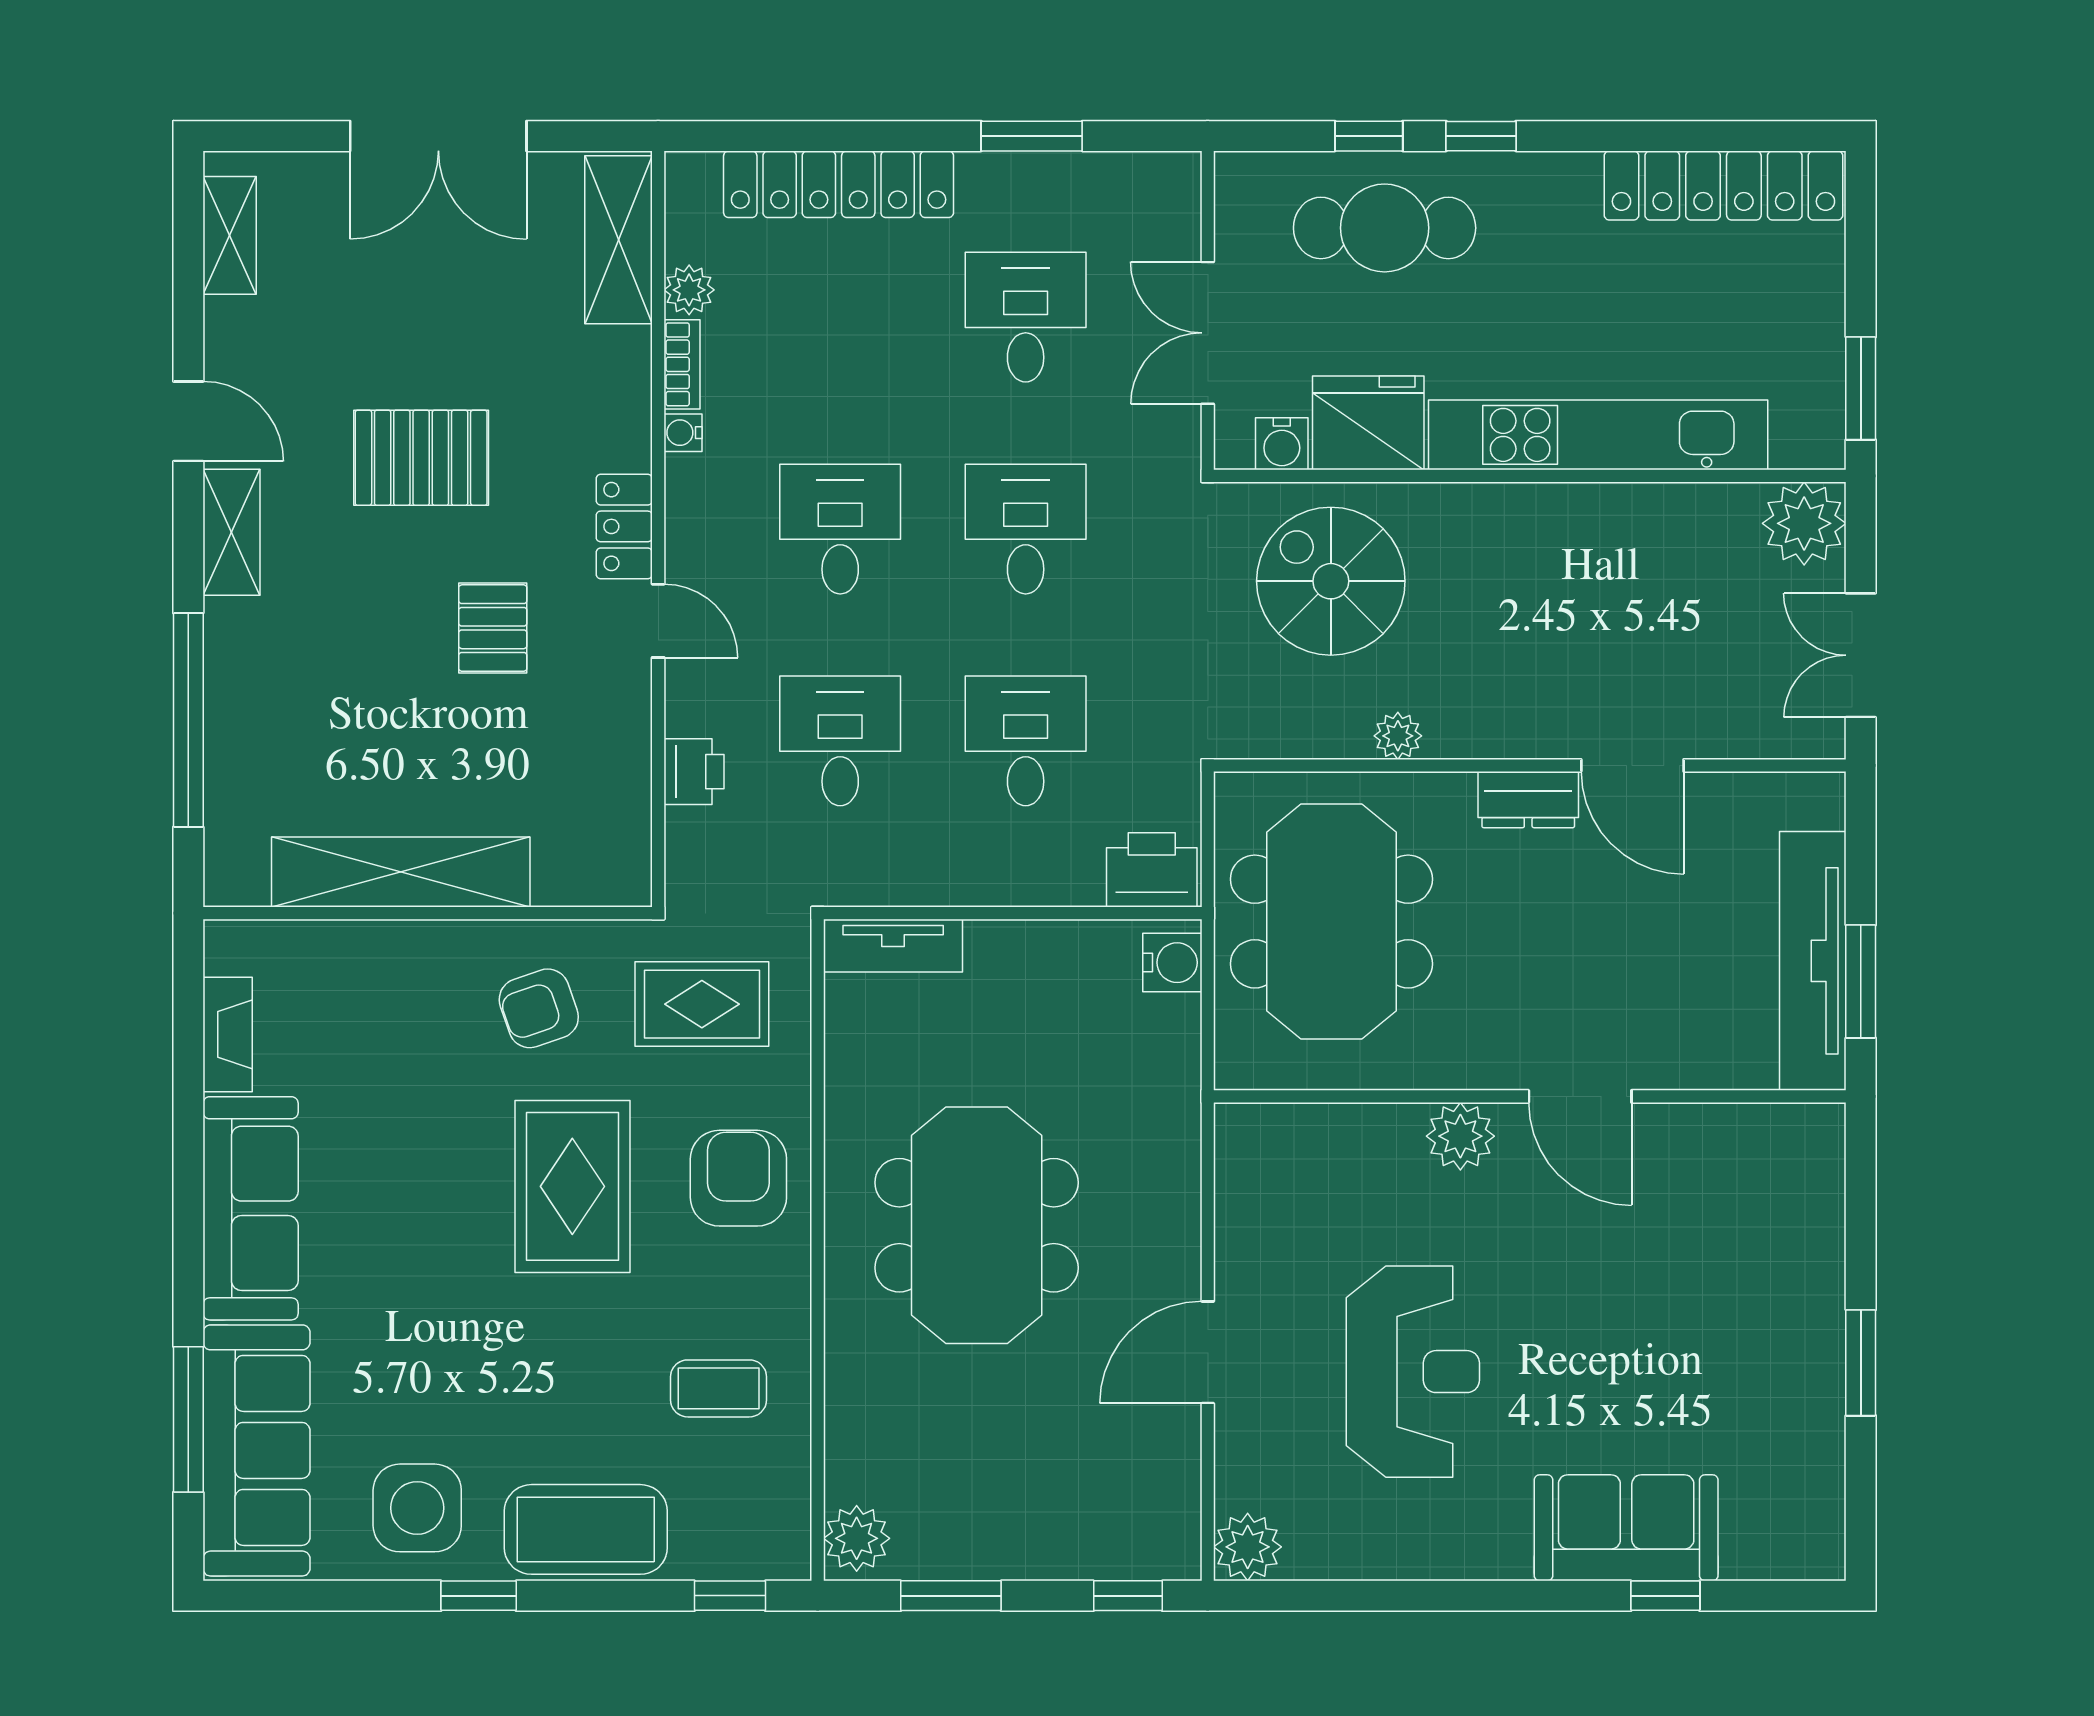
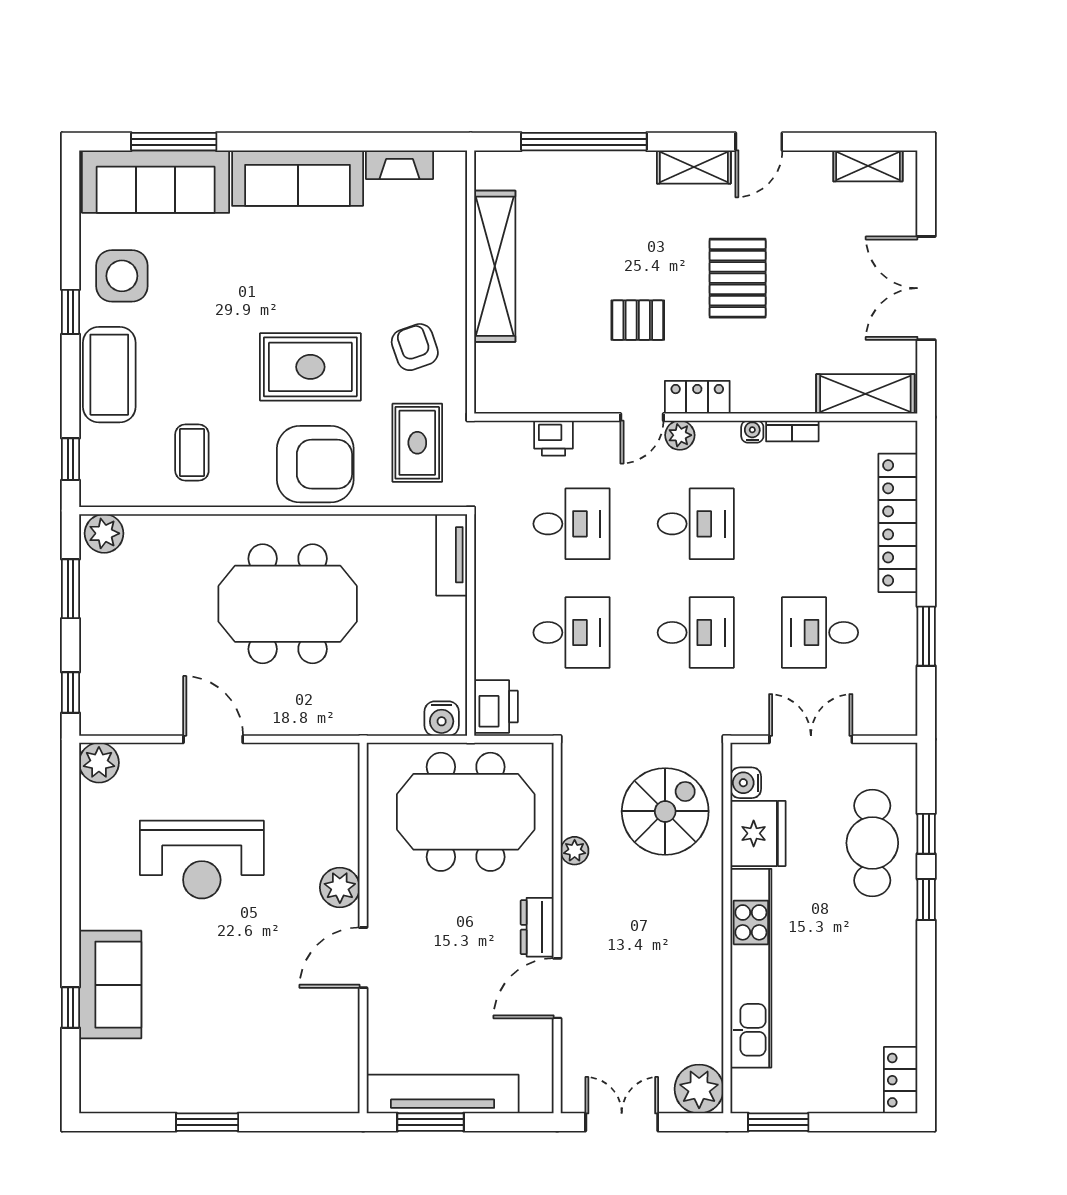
locker: (1723, 185) -> (901, 1080), width x0.46, depth x0.83
plant: (689, 290) -> (680, 435), moved
desk: (1026, 317) -> (820, 633), turned 180
armchair: (738, 1178) -> (315, 464), width x1.36, depth x1.36

